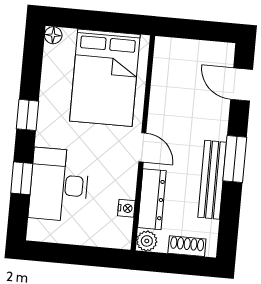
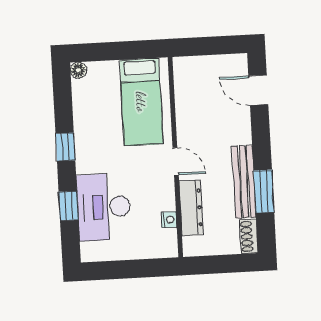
bed: (105, 78) -> (141, 102), width x0.67
window: (235, 159) -> (264, 191), moved
plant: (147, 241) -> (192, 247), removed
shoe rack: (187, 246) -> (249, 237), moved, turned -90

